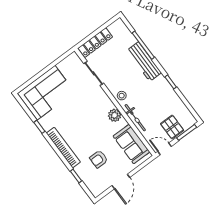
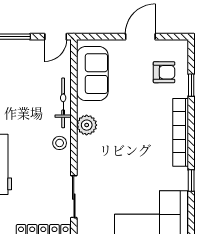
pallet: (172, 127) -> (26, 57), removed
door: (165, 149) -> (56, 37), hinge flipped
armchair: (99, 159) -> (164, 72), moved

